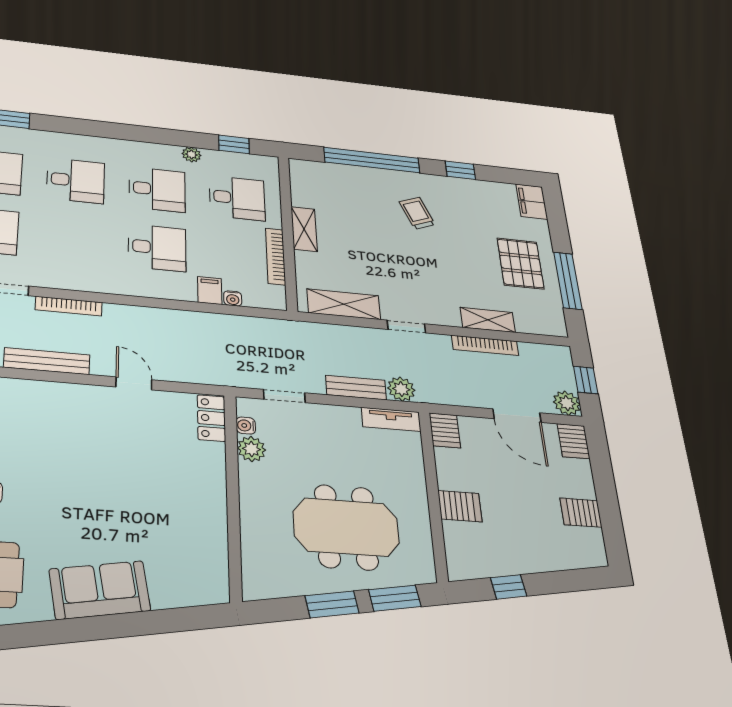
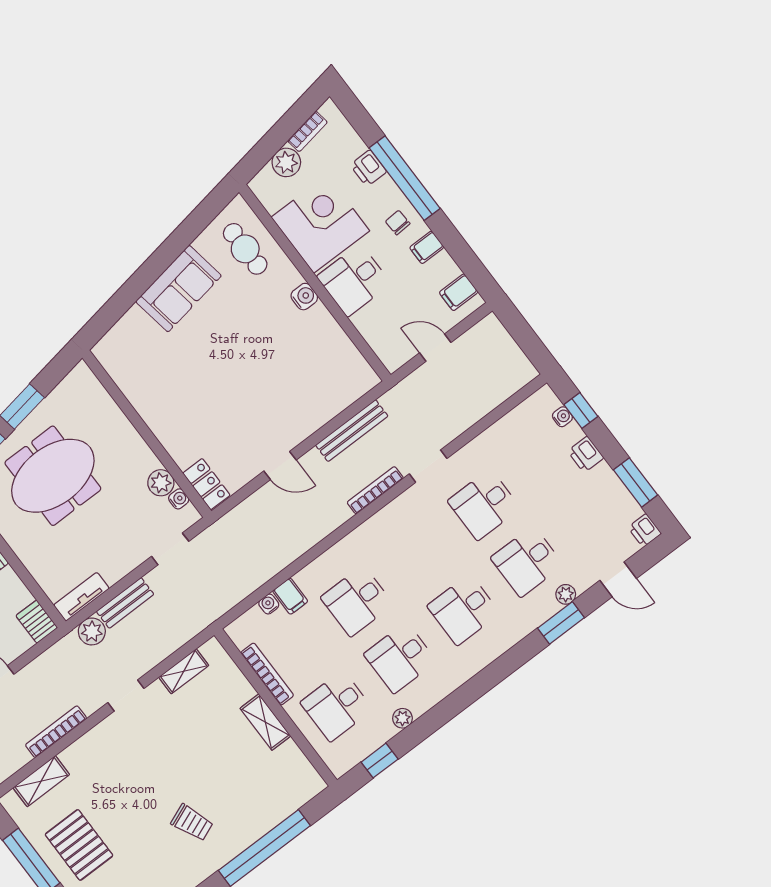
shelving: (344, 304) -> (184, 671), width x0.67, depth x0.75
shelving: (488, 320) -> (41, 781), moved

